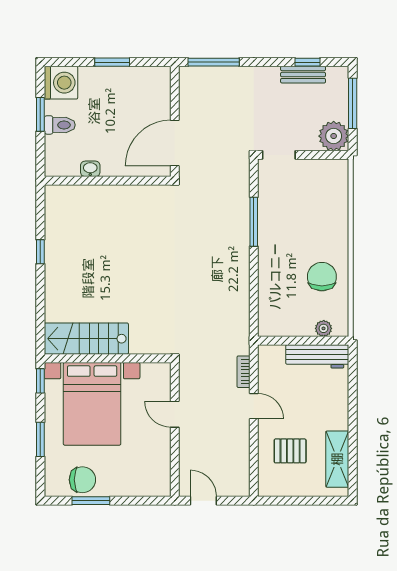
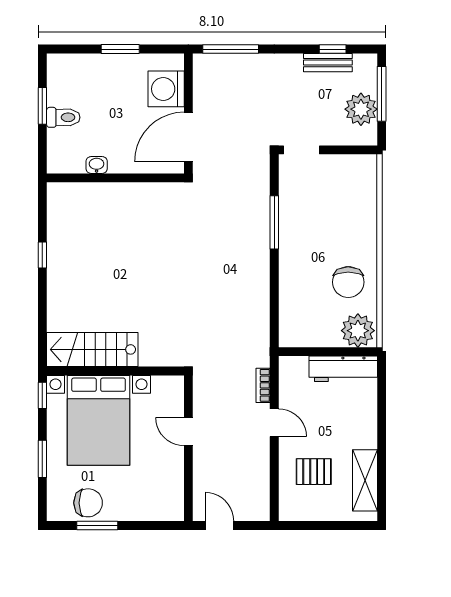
washing machine: (61, 83) -> (166, 89), moved, turned 180
plant: (334, 136) -> (361, 109), moved
chair: (322, 277) -> (348, 282), turned 180
plant: (324, 328) -> (358, 331), width x1.87, depth x1.87

